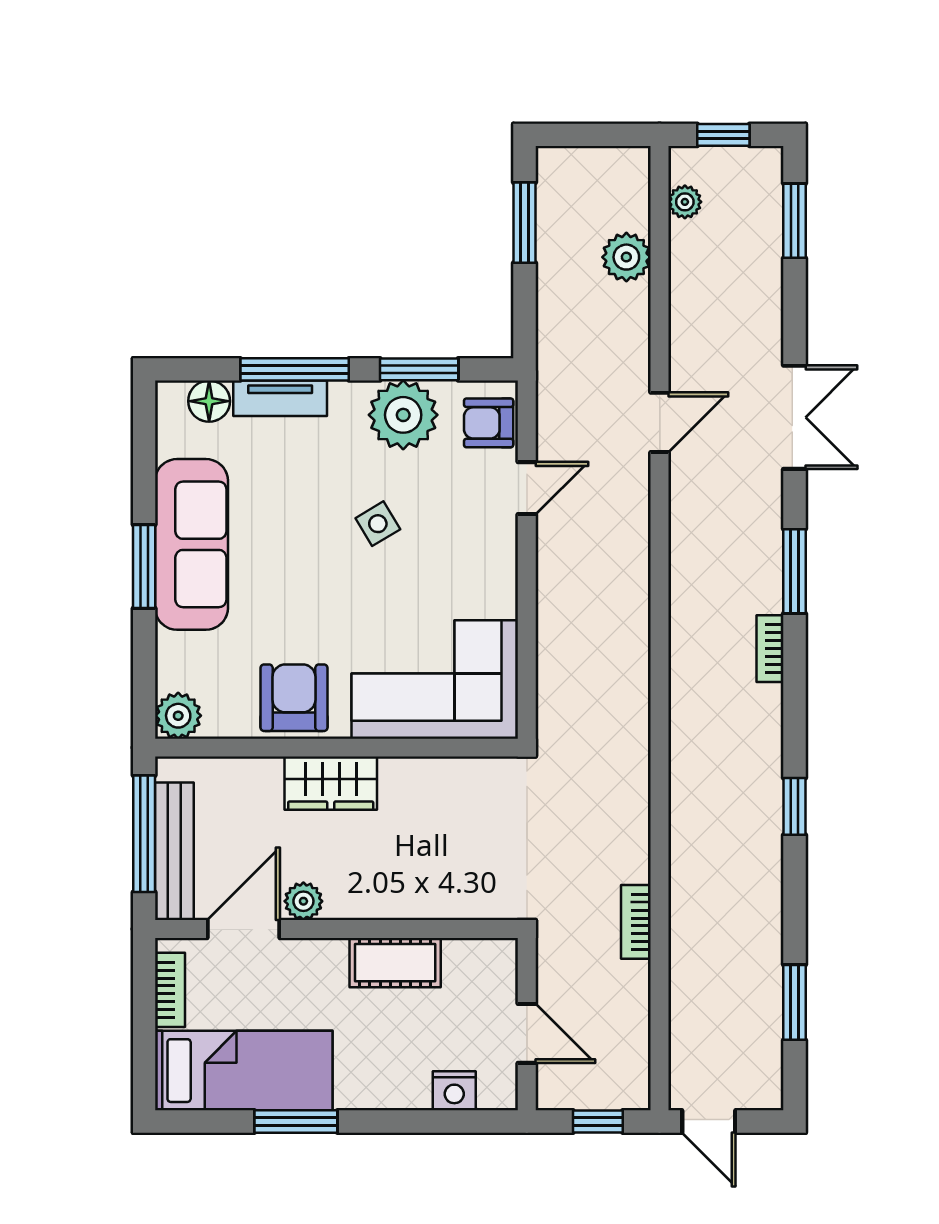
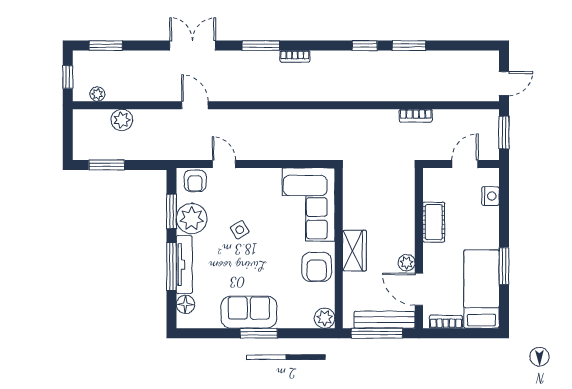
tv unit: (280, 398) -> (184, 265), width x1.41
sofa: (191, 544) -> (249, 312), width x0.73
armchair: (294, 698) -> (317, 267), turned -90
window: (794, 1002) -> (409, 46), moved
window: (598, 1121) -> (504, 132), width x1.50

